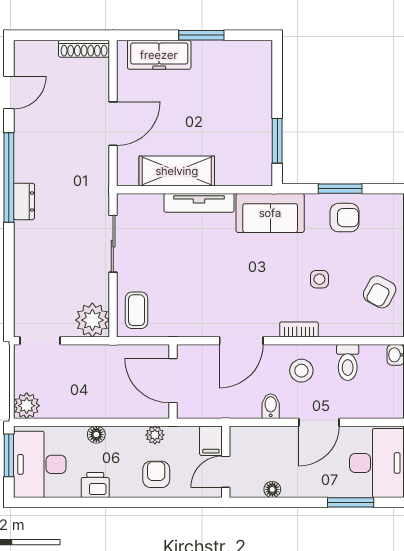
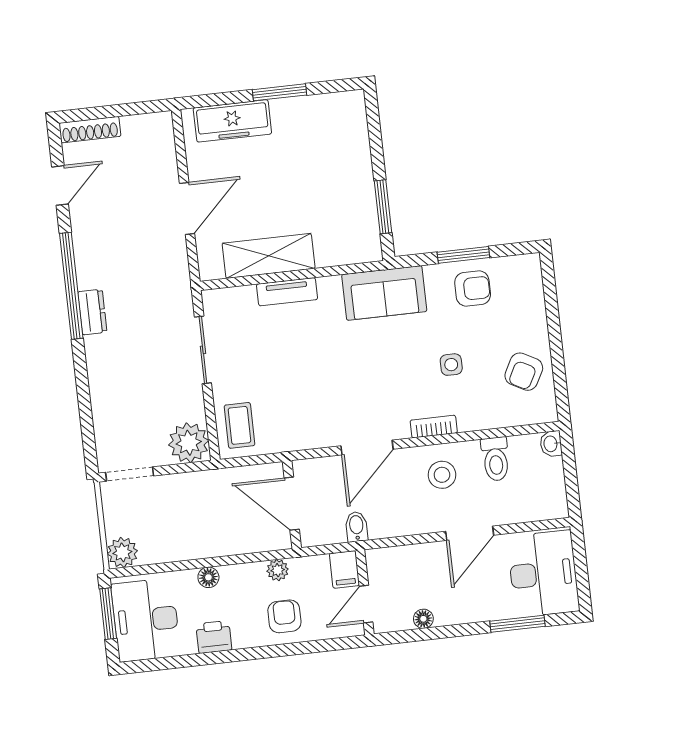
shoe rack: (84, 49) -> (90, 130), moved
tv unit: (199, 203) -> (287, 292), width x0.71
bidet: (271, 406) -> (356, 527), moved

